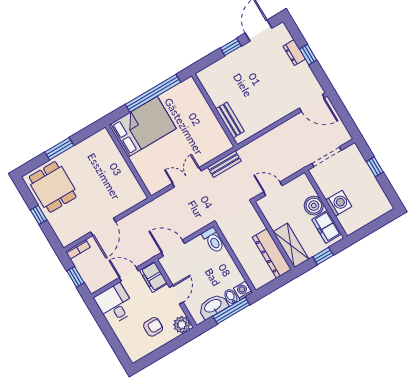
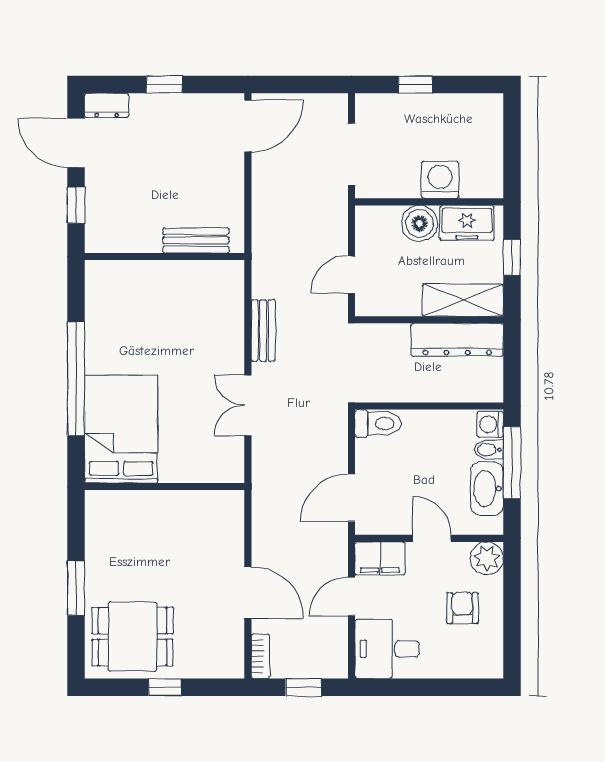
dresser: (294, 53) -> (107, 105), moved
wall: (215, 110) -> (165, 256), moved
bench: (230, 120) -> (196, 240), moved

